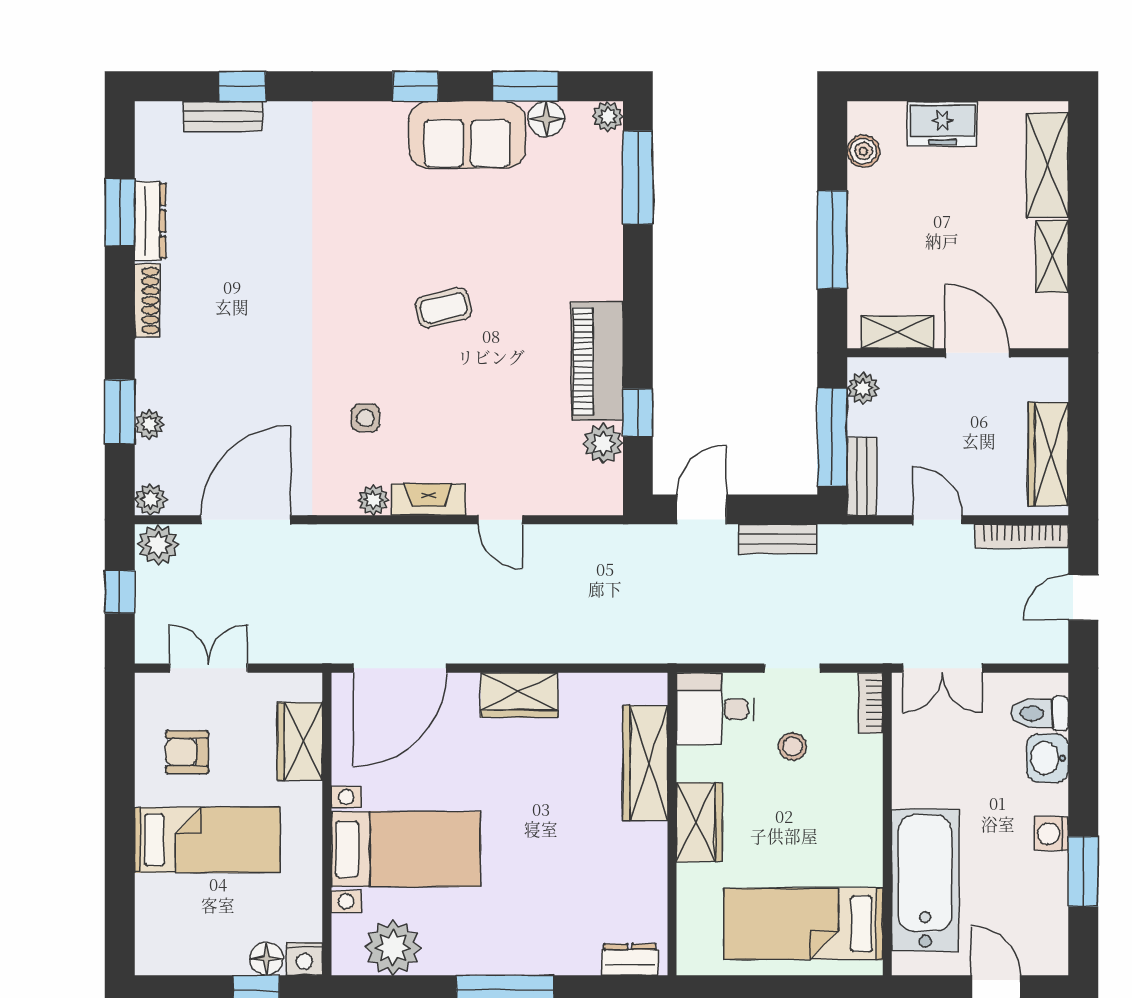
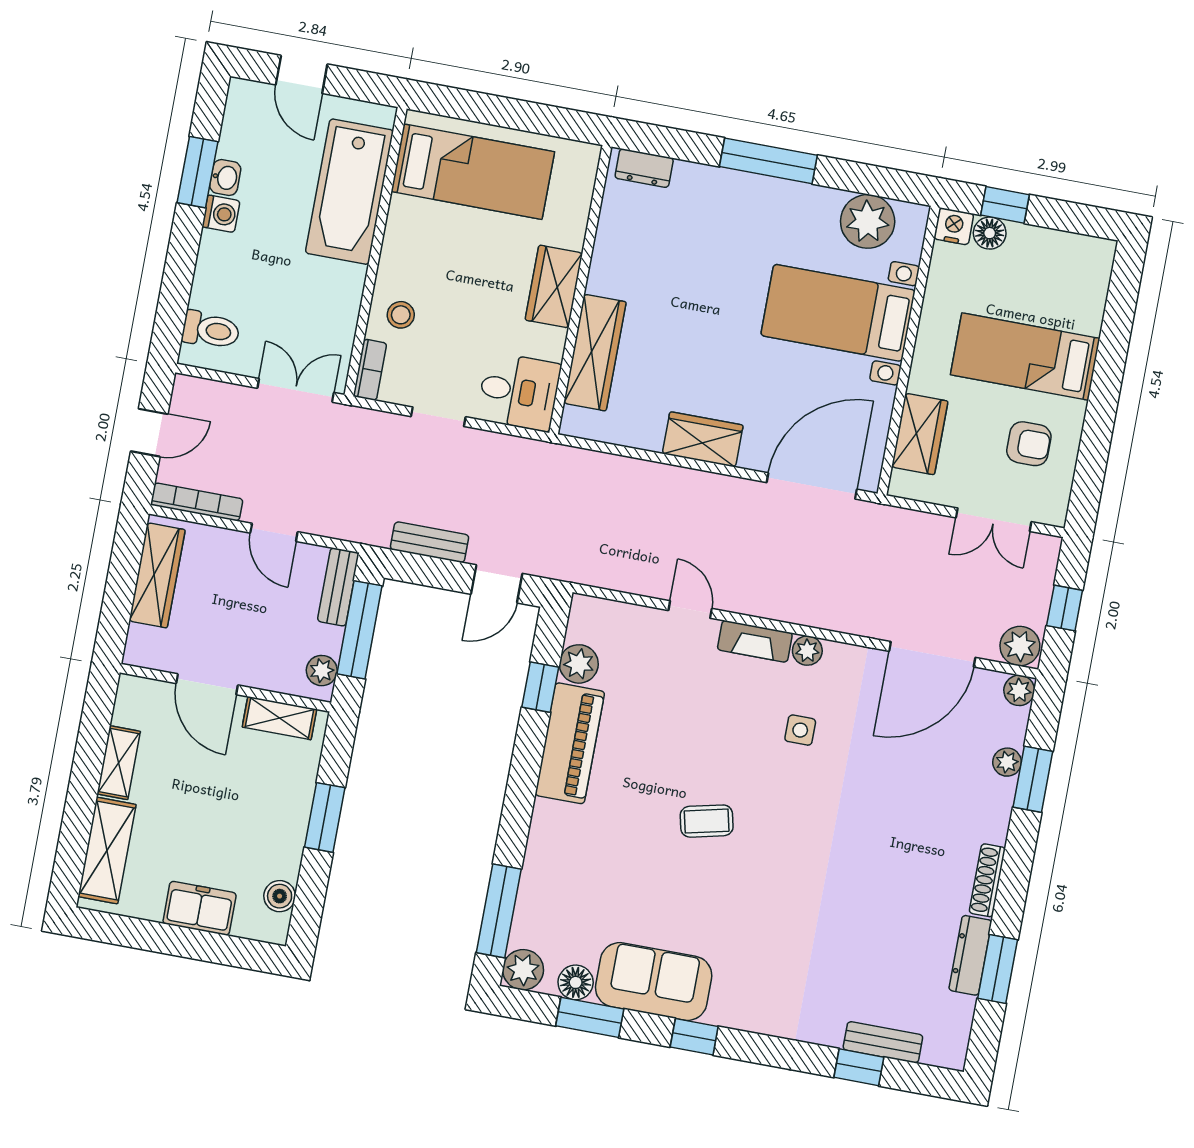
plant: (608, 116) -> (523, 970), width x1.38, depth x1.38
window: (832, 240) -> (325, 817), width x0.69
stool: (792, 746) -> (401, 315), moved
washbasin: (1048, 758) -> (225, 178), moved, width x0.72, depth x0.69

